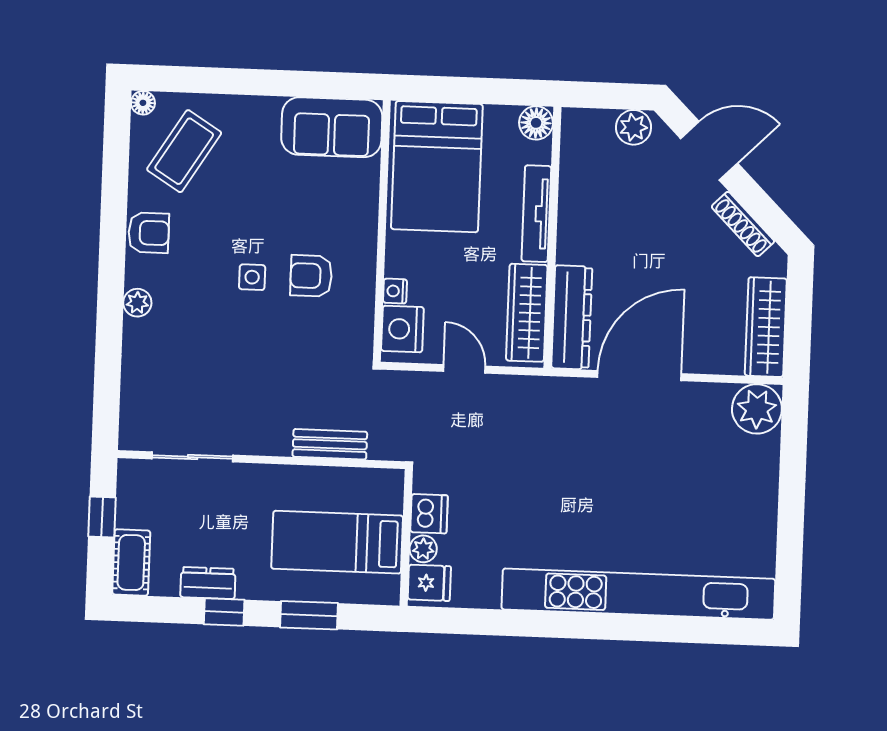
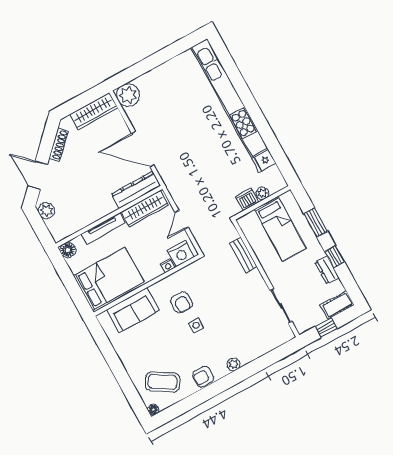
sofa: (332, 127) -> (133, 310), moved, turned 90
armchair: (149, 233) -> (203, 377), turned -90
fridge: (429, 583) -> (264, 161), moved, turned -90

